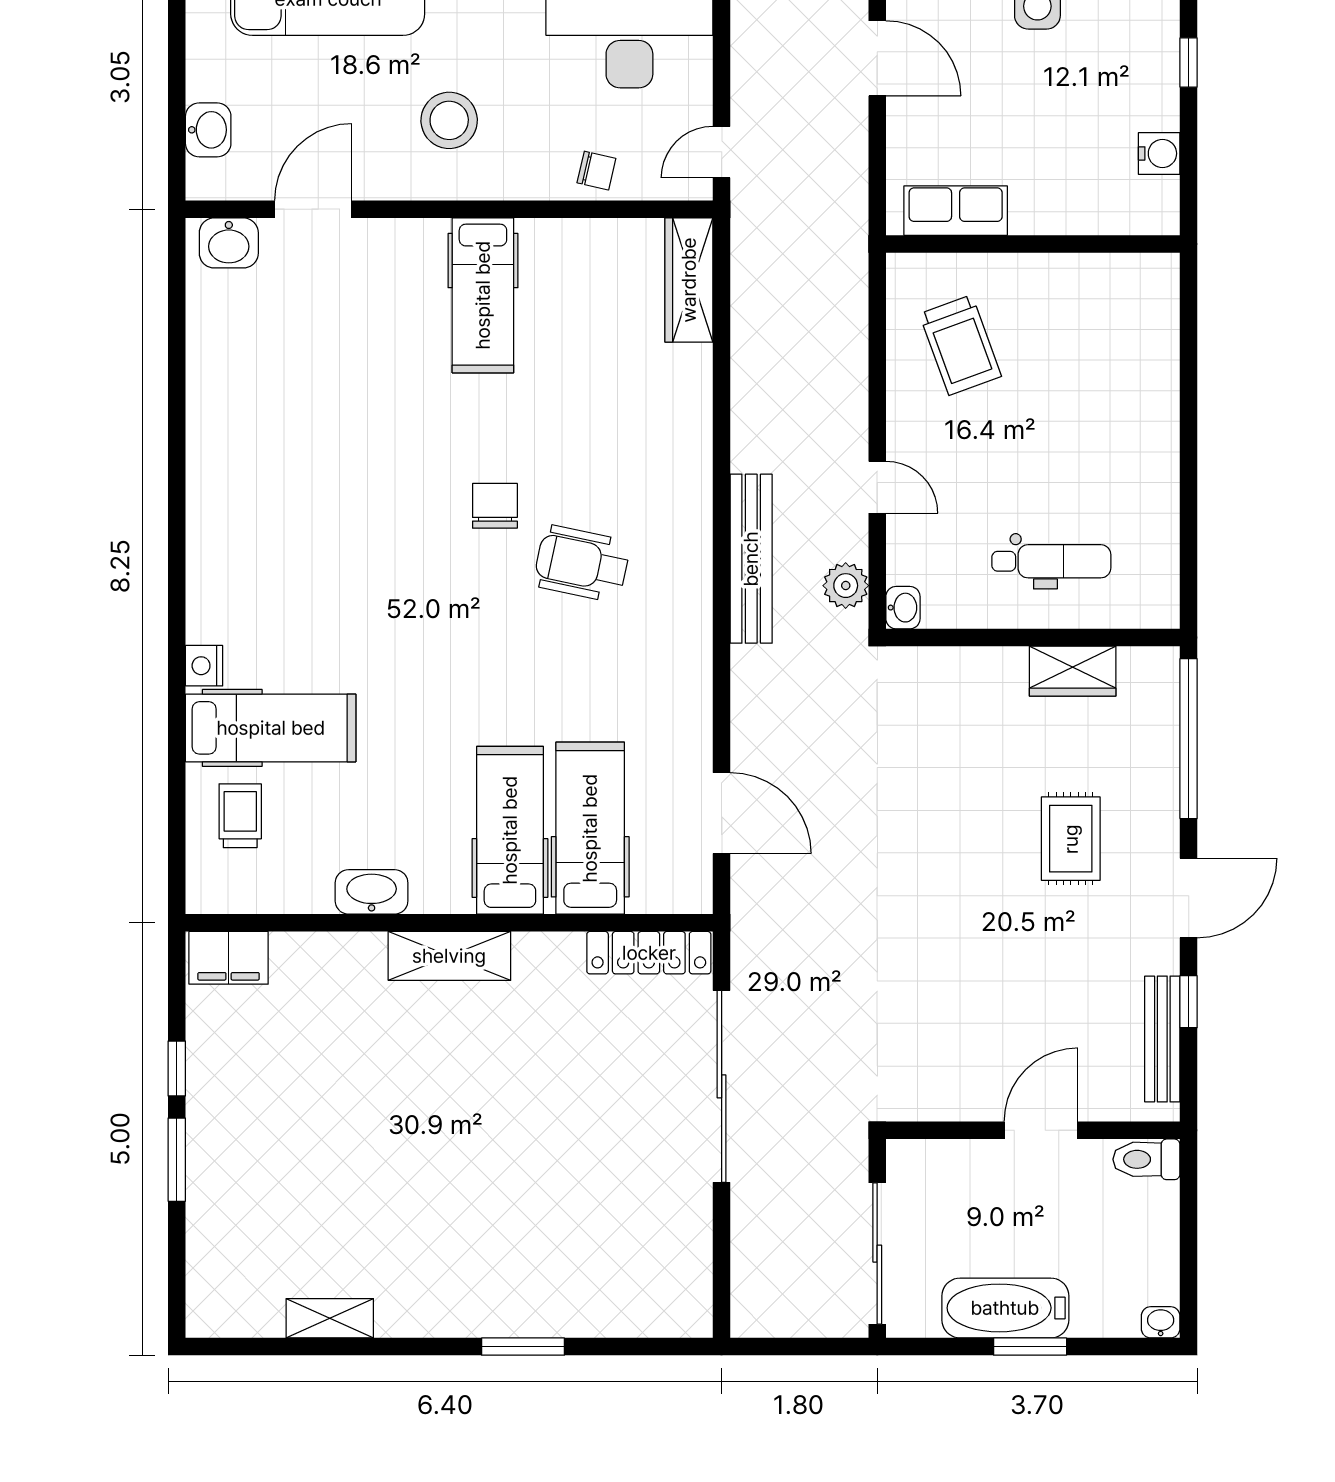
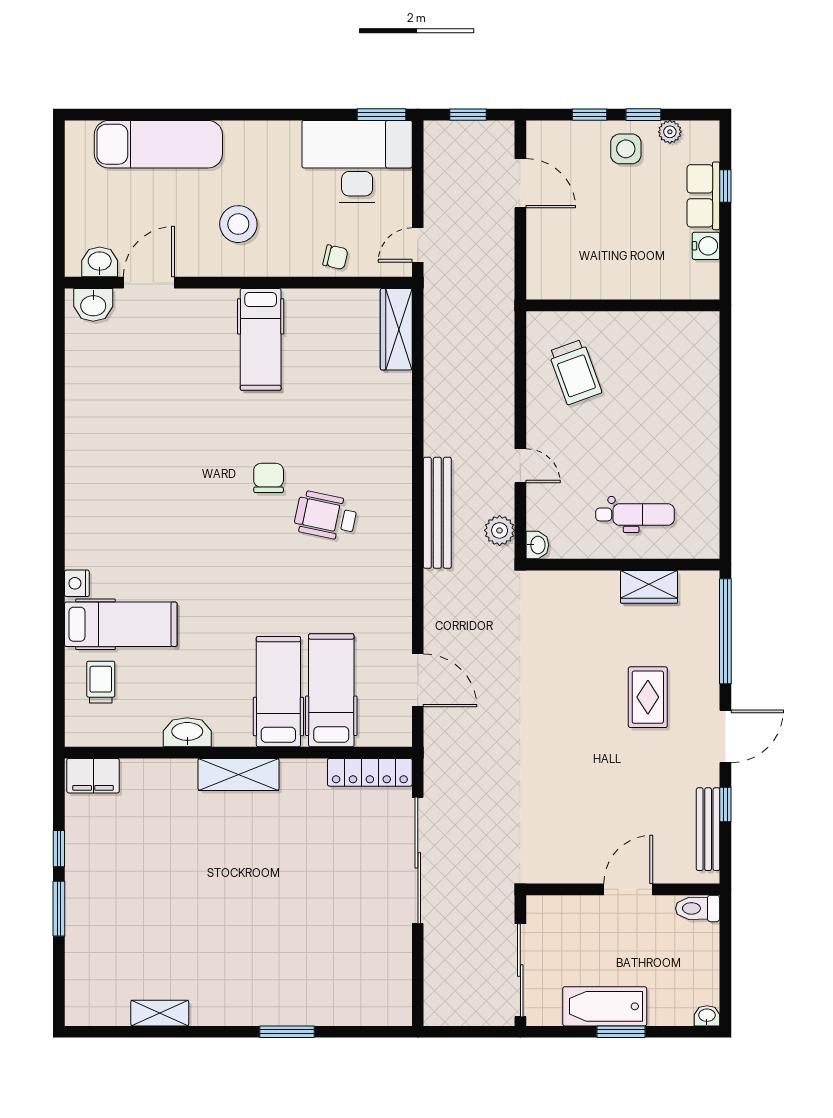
washbasin: (208, 130) -> (100, 262), moved, turned -90
row of seats: (956, 211) -> (703, 196), moved, turned -90

